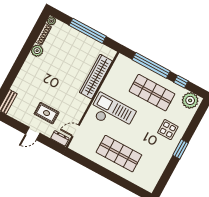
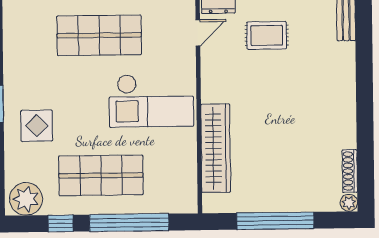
plant: (37, 51) -> (345, 136), removed

